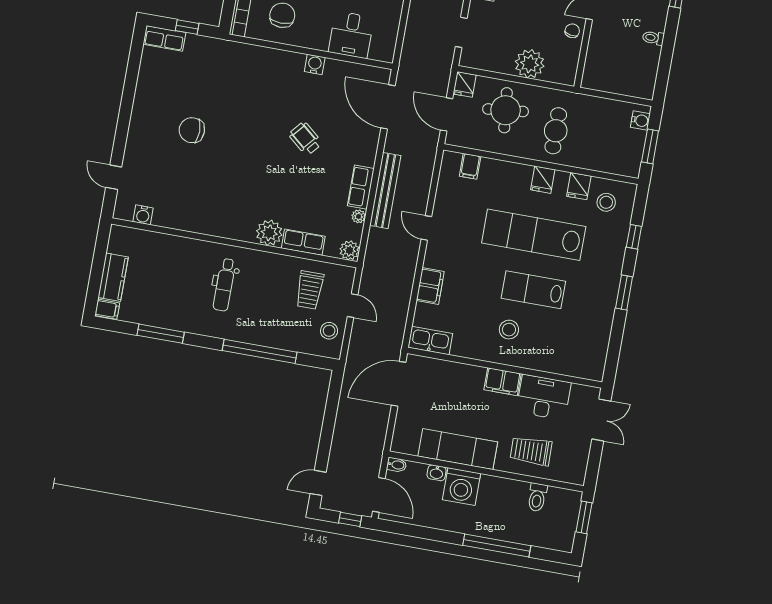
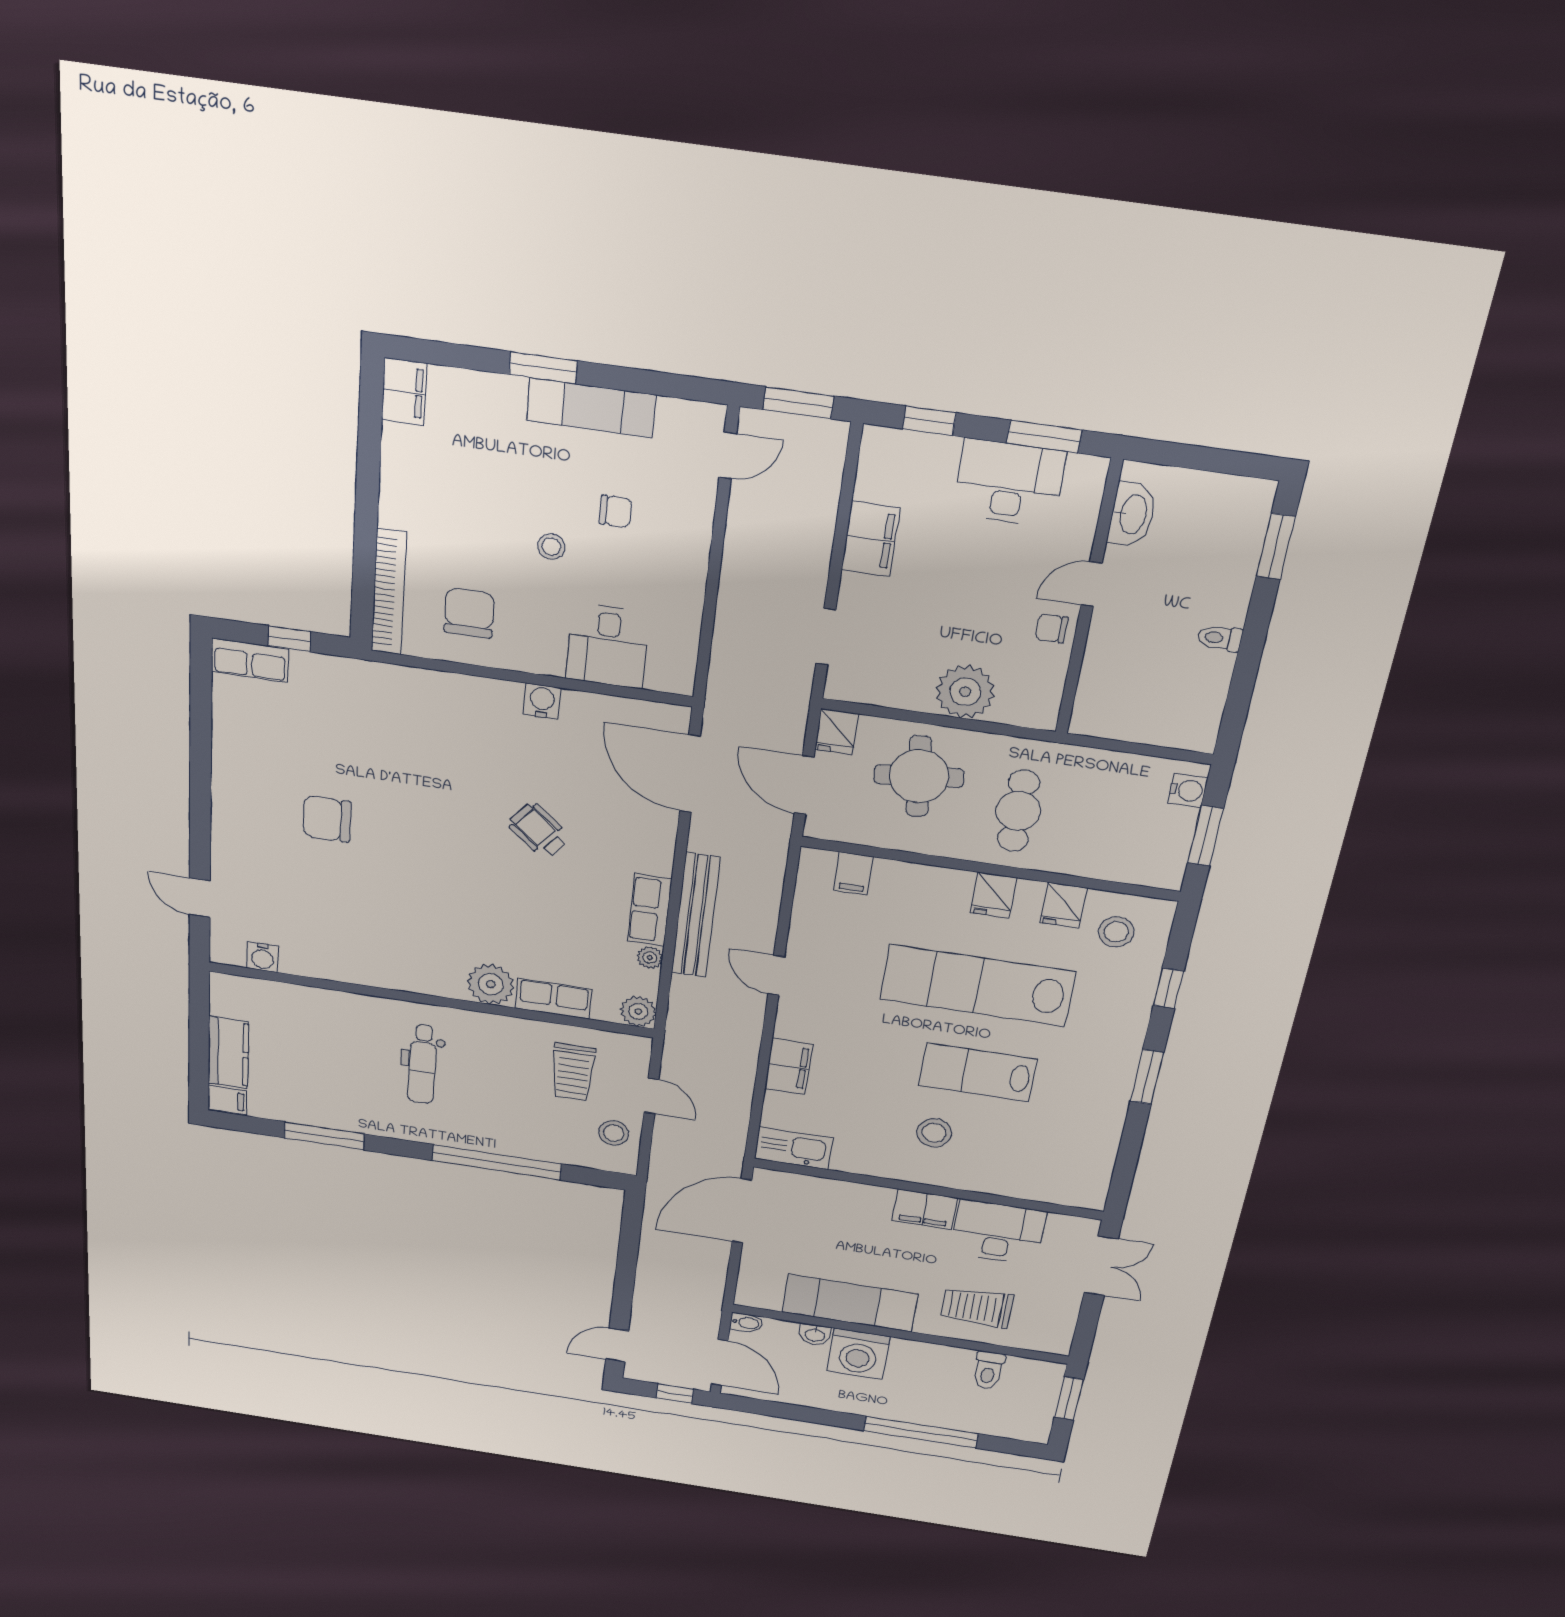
chair: (572, 31) -> (1052, 628), turned -100

